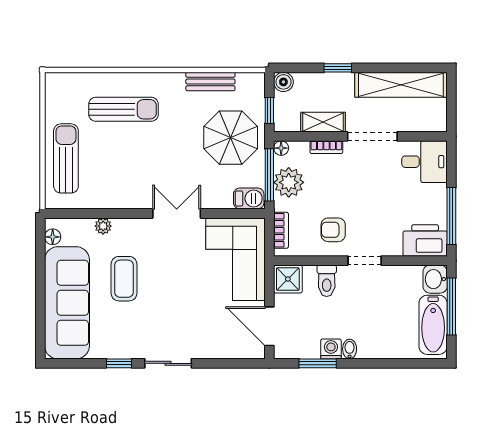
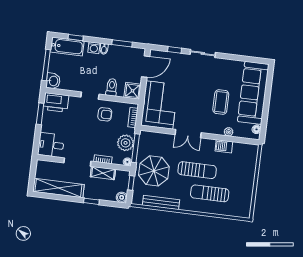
bench: (210, 82) -> (161, 202), width x1.36
sun lounger: (66, 158) -> (197, 170), moved, turned -90
barbecue: (249, 198) -> (224, 146), moved
window: (451, 216) -> (40, 114), width x0.69
bathtub: (433, 325) -> (67, 47), moved, turned 90
door: (269, 326) -> (146, 67), hinge flipped
washing machine: (331, 349) -> (94, 48), moved
window: (119, 363) -> (175, 50), moved
window: (404, 363) -> (76, 38), added

